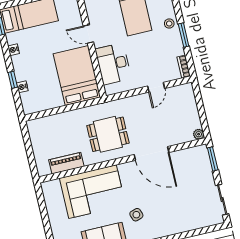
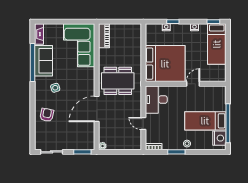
desk: (113, 64) -> (156, 100), moved, turned -90
bed: (77, 76) -> (165, 64), width x1.36
dining table: (108, 134) -> (118, 81), width x1.37
piano: (66, 163) -> (104, 36), moved
corner sofa: (93, 192) -> (79, 45), moved
armchair: (175, 217) -> (47, 115), added

